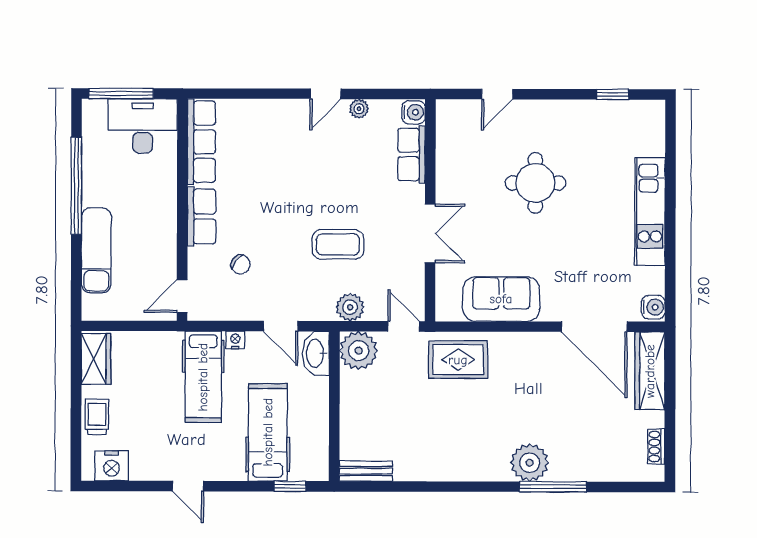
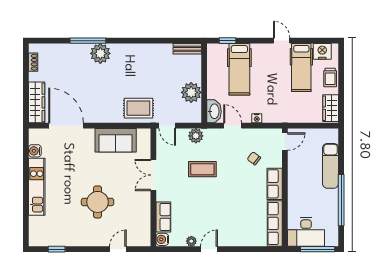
water cooler: (653, 307) -> (35, 151), moved
plant: (359, 351) -> (191, 92), moved
hospital bed: (203, 377) -> (301, 68), moved, turned 180

